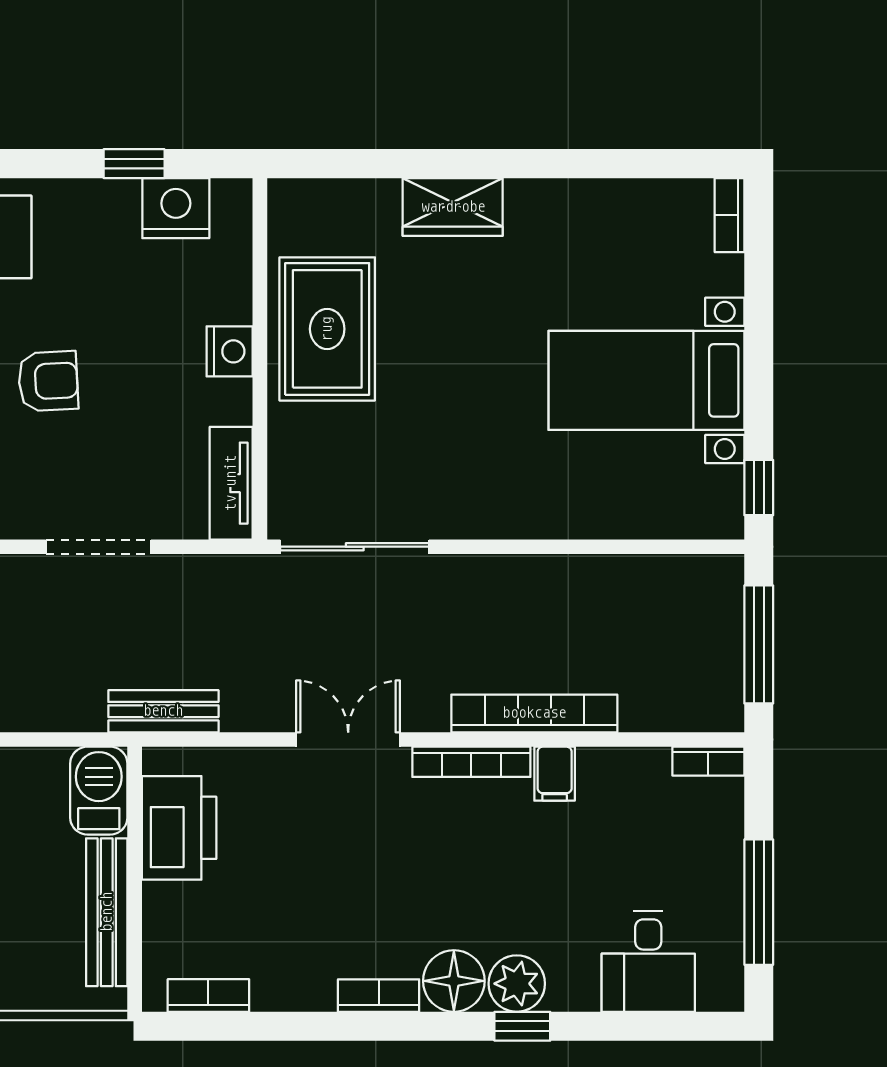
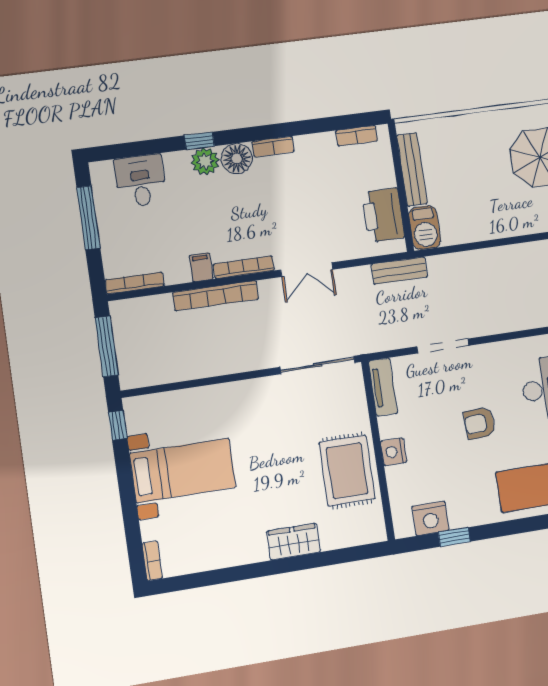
bookcase: (708, 761) -> (134, 283), width x1.56

